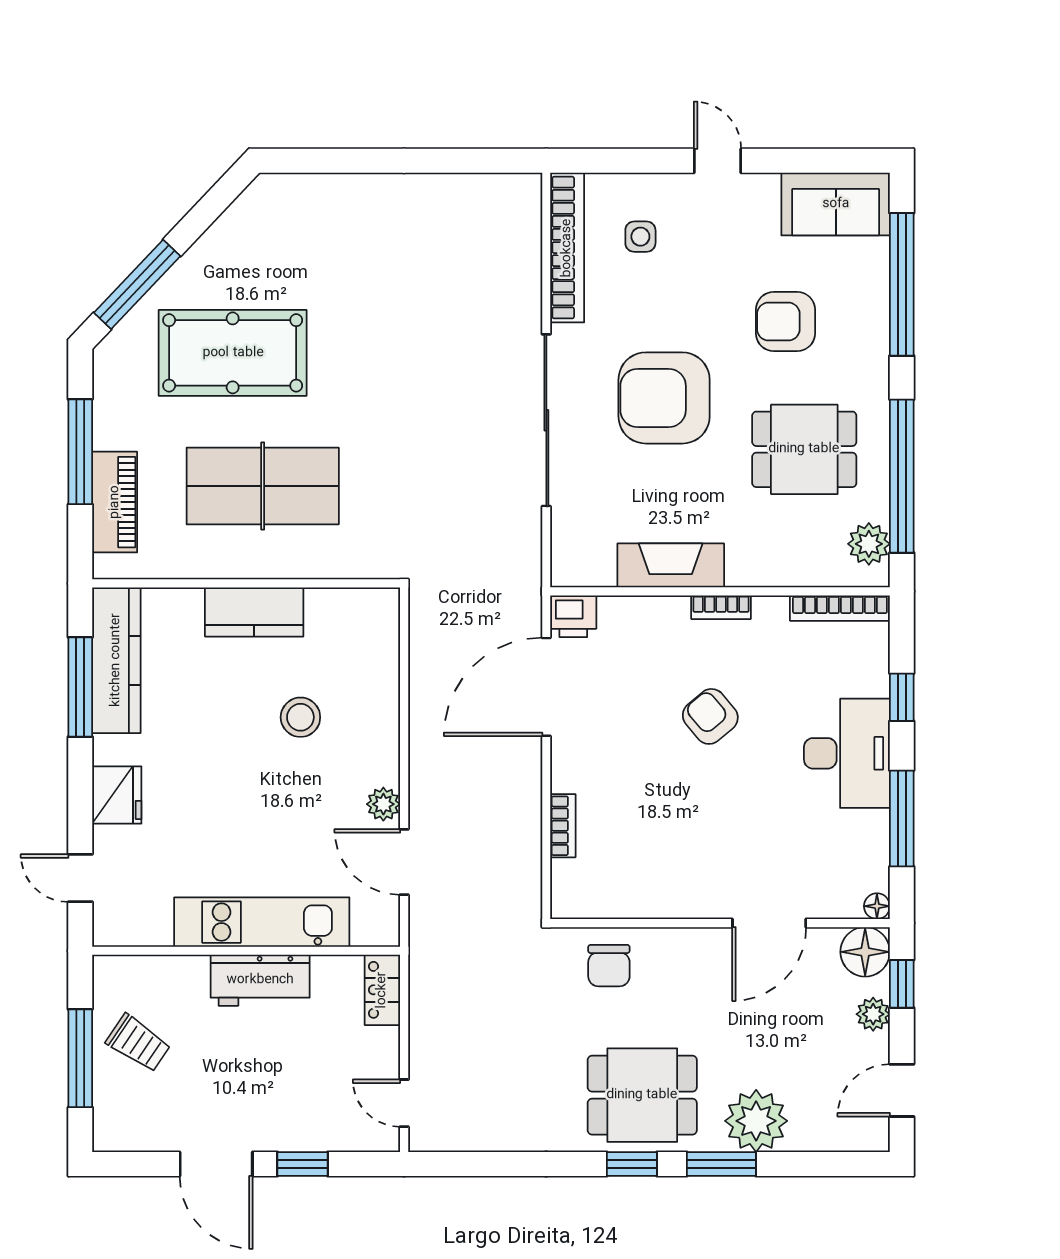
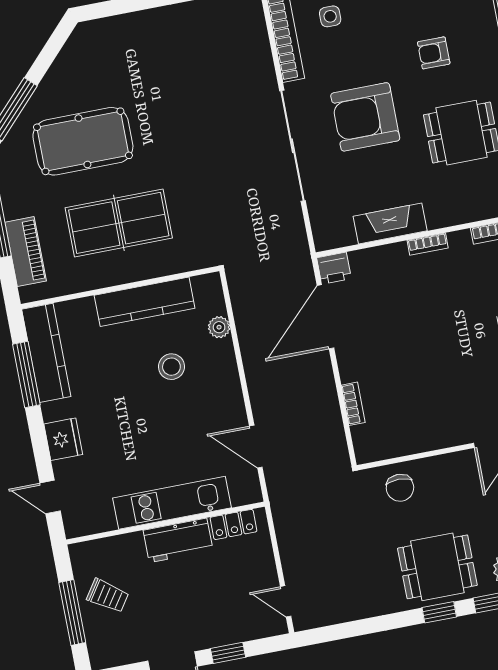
armchair: (785, 322) -> (434, 53), width x0.72, depth x0.72
kitchen counter: (254, 612) -> (145, 302), width x1.50
armchair: (710, 716) -> (434, 316), removed
plant: (383, 804) -> (219, 327), moved
locker: (382, 990) -> (233, 524), moved, turned -90

